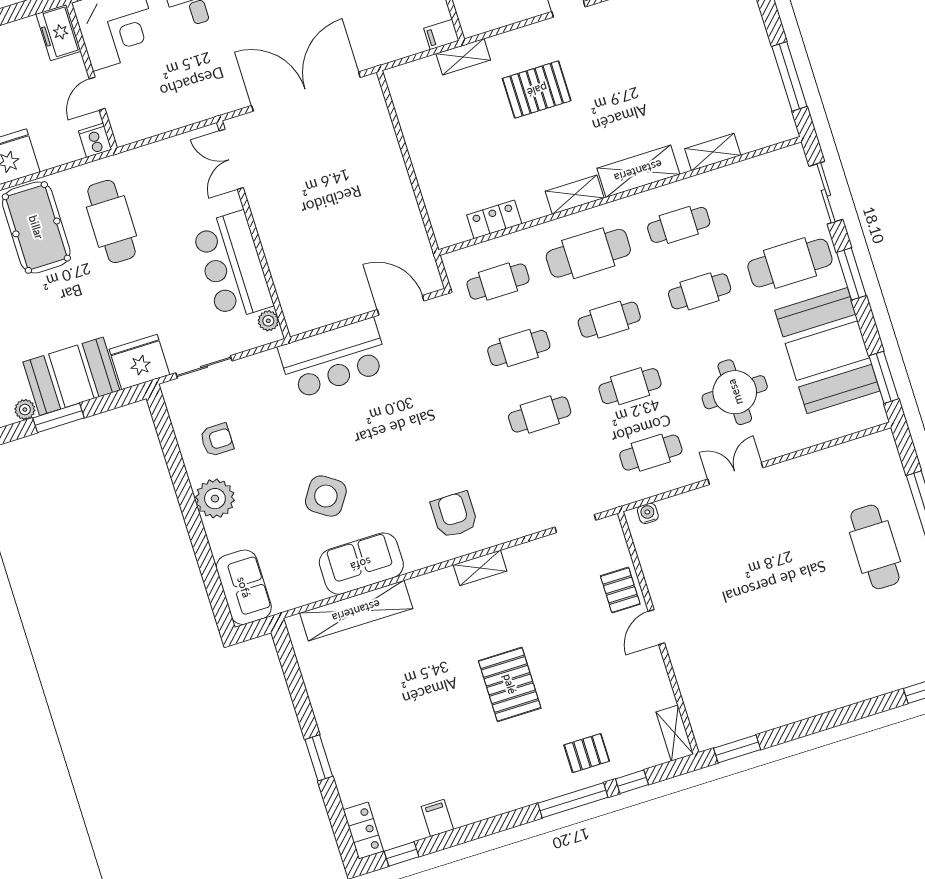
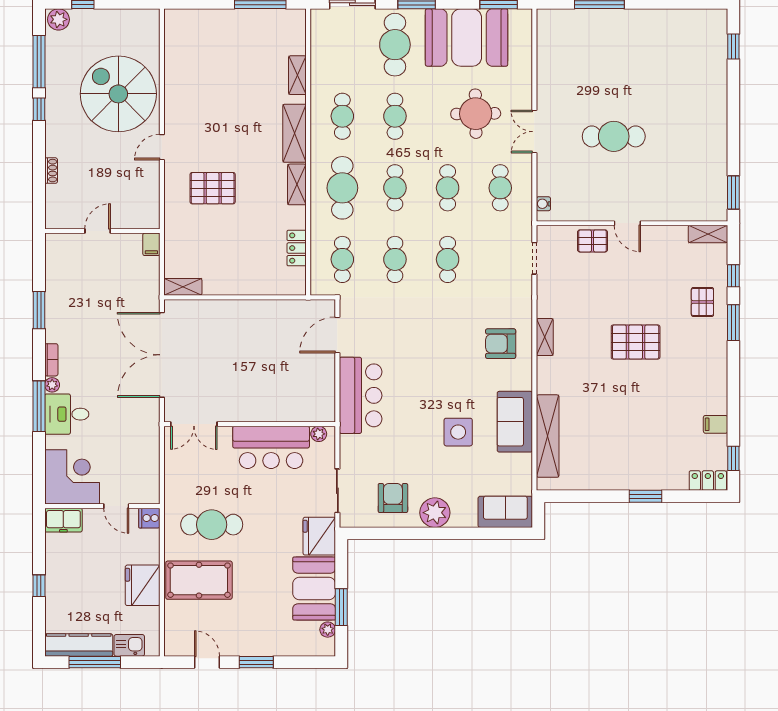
shelving: (463, 57) -> (183, 287), moved, turned 90
pallet: (537, 90) -> (213, 188), turned 90
armchair: (217, 440) -> (393, 498), width x1.38, depth x1.38
side table: (326, 496) -> (458, 432), turned -34
cafe table: (875, 547) -> (614, 136), moved
window: (573, 800) -> (733, 323), width x0.69

